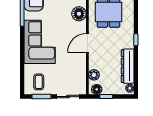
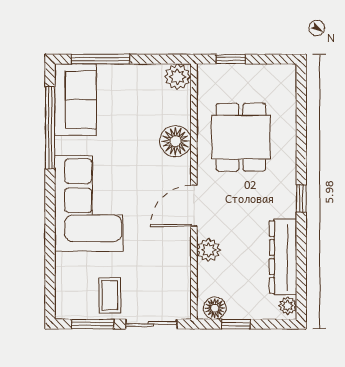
plant: (94, 75) -> (209, 250), moved
coffee table: (39, 82) -> (110, 295), moved

